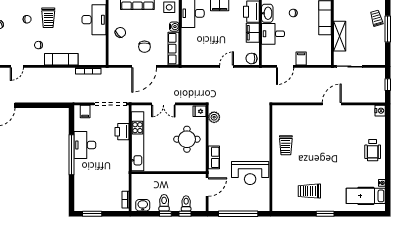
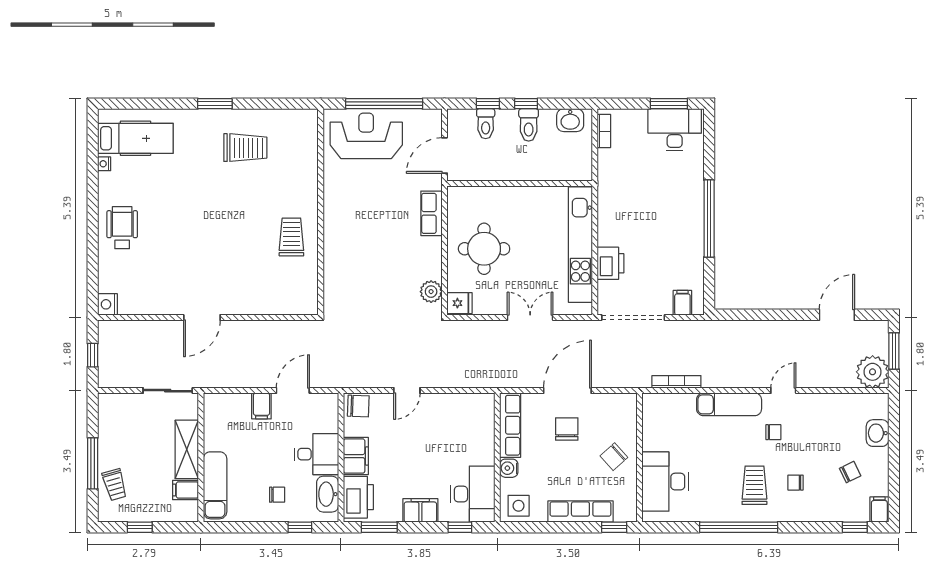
filing cabinet: (340, 15) -> (185, 490), added
door: (17, 66) -> (783, 391), moved
desk: (85, 145) -> (675, 130), moved, turned -90
reception desk: (250, 173) -> (366, 136), moved

